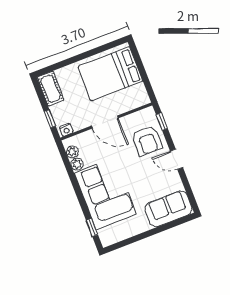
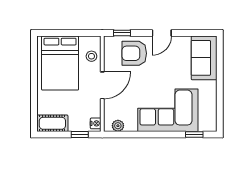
stool: (129, 101) -> (91, 56), added
armchair: (147, 141) -> (134, 53), turned 180
plant: (77, 164) -> (131, 126), removed

